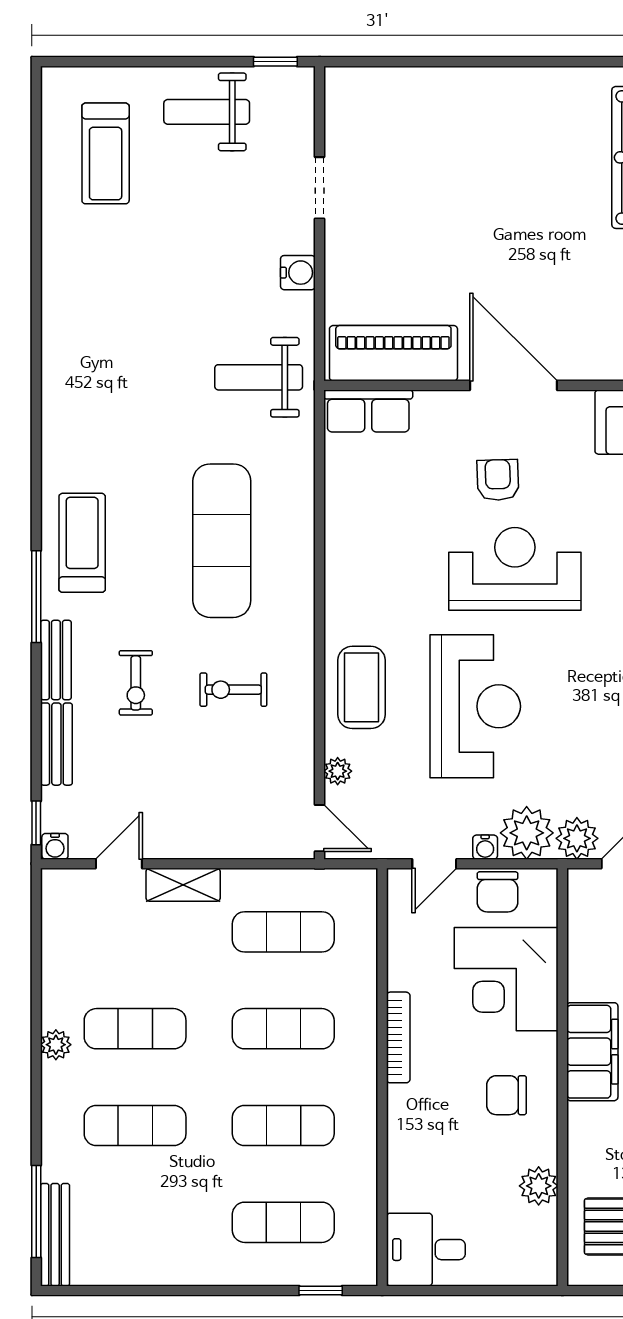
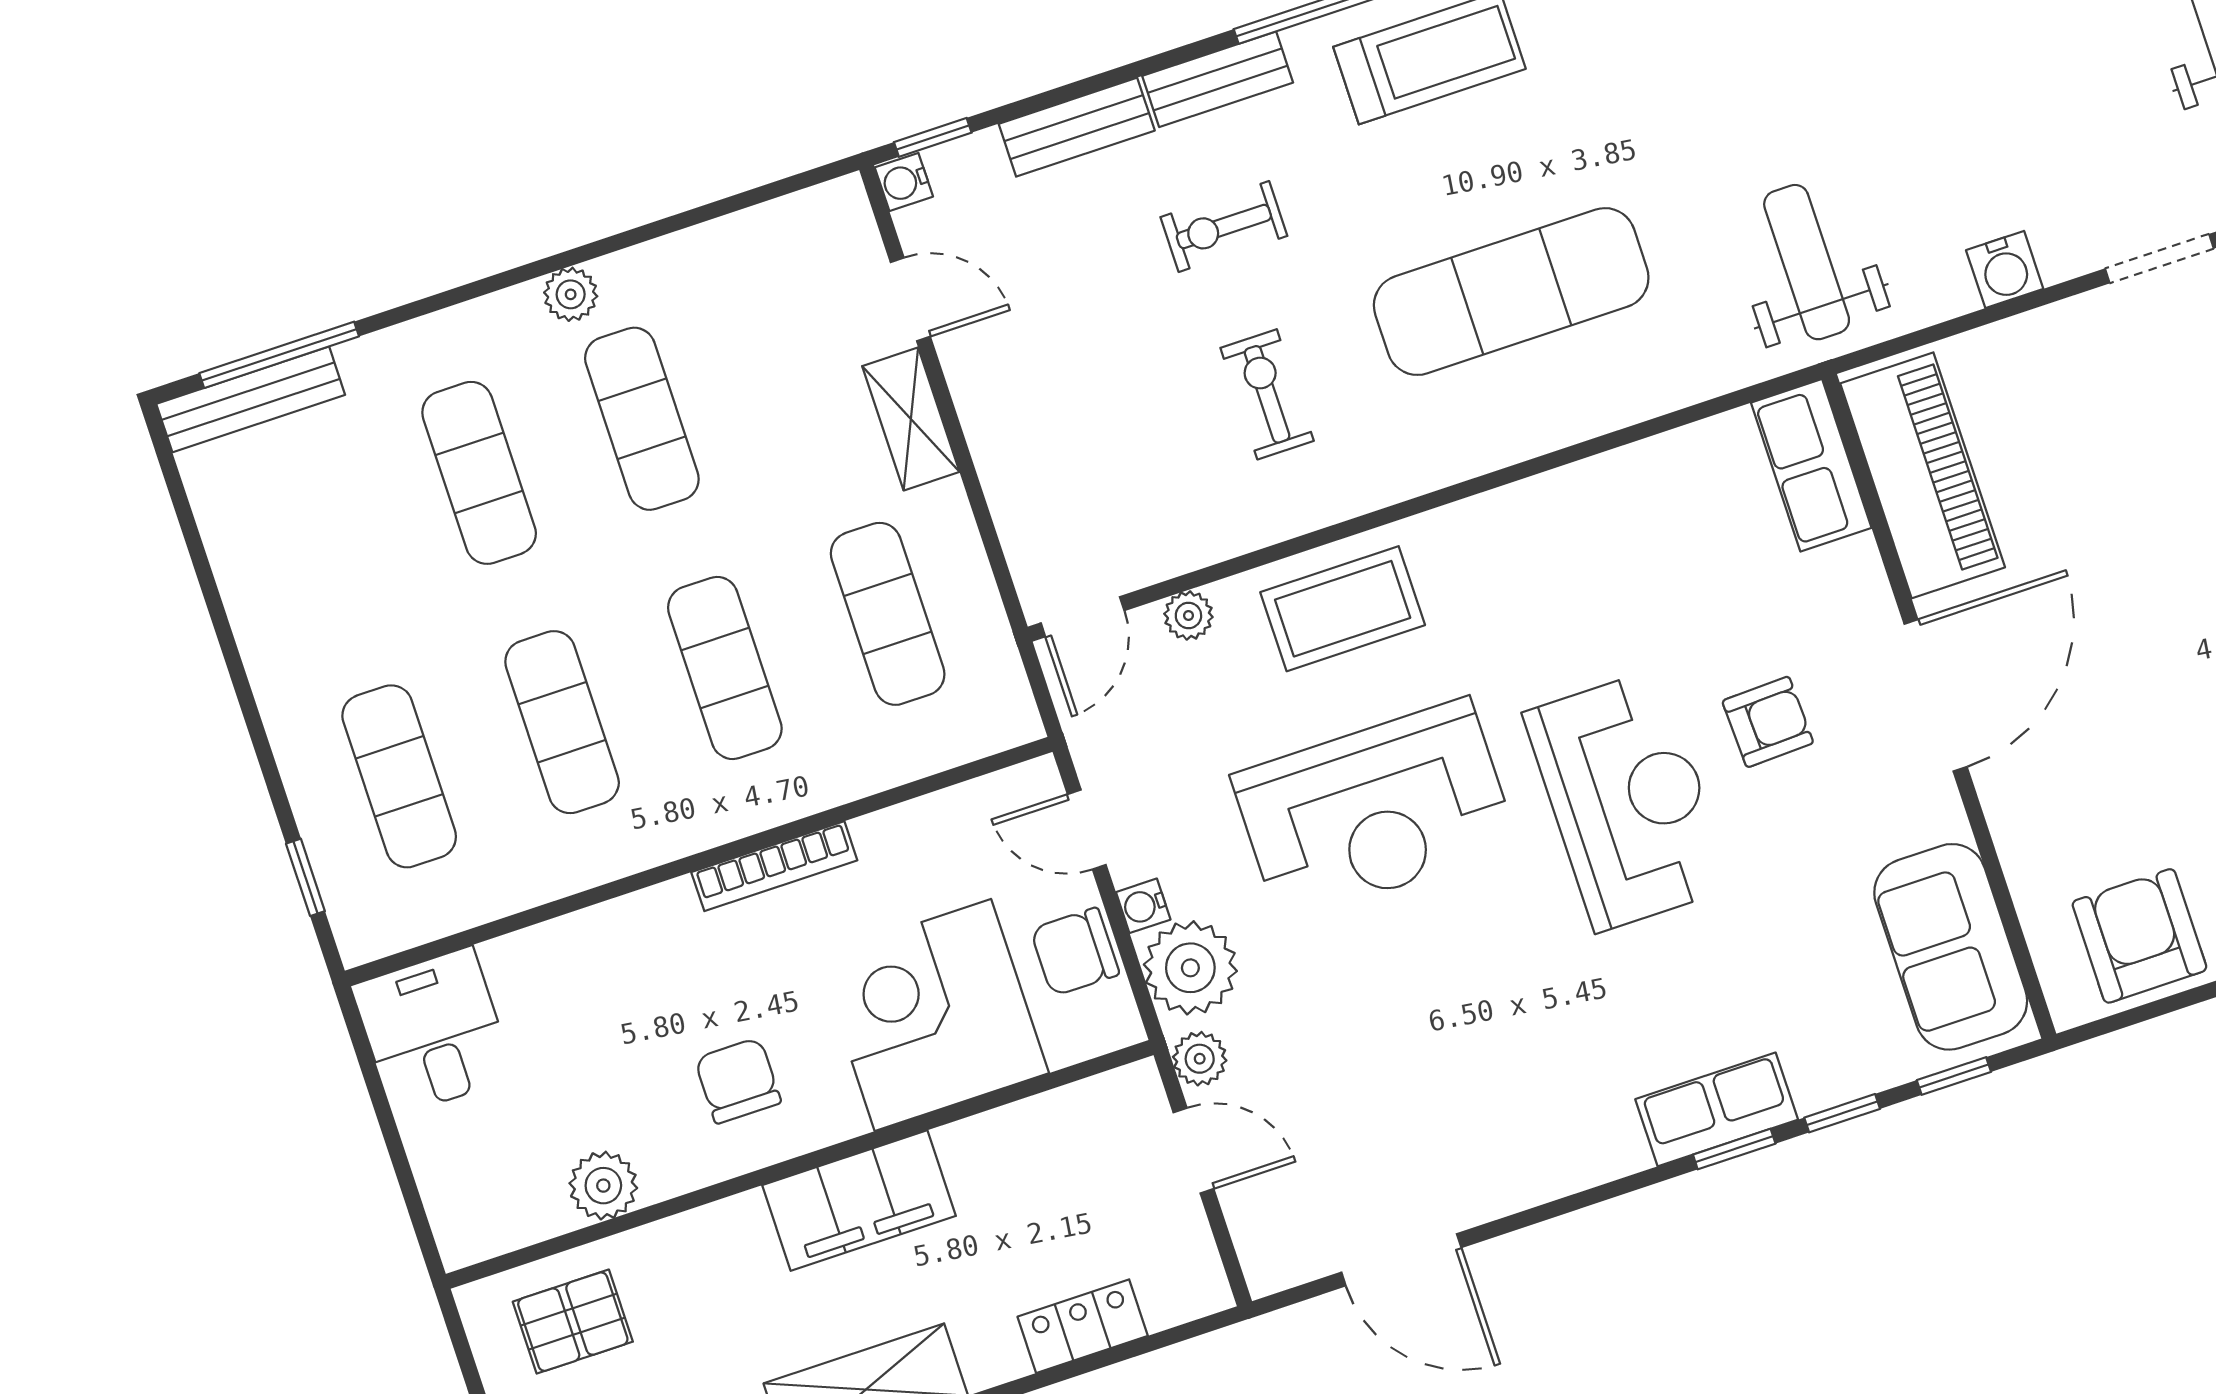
plant: (577, 838) -> (1200, 1059), width x0.73, depth x0.73

